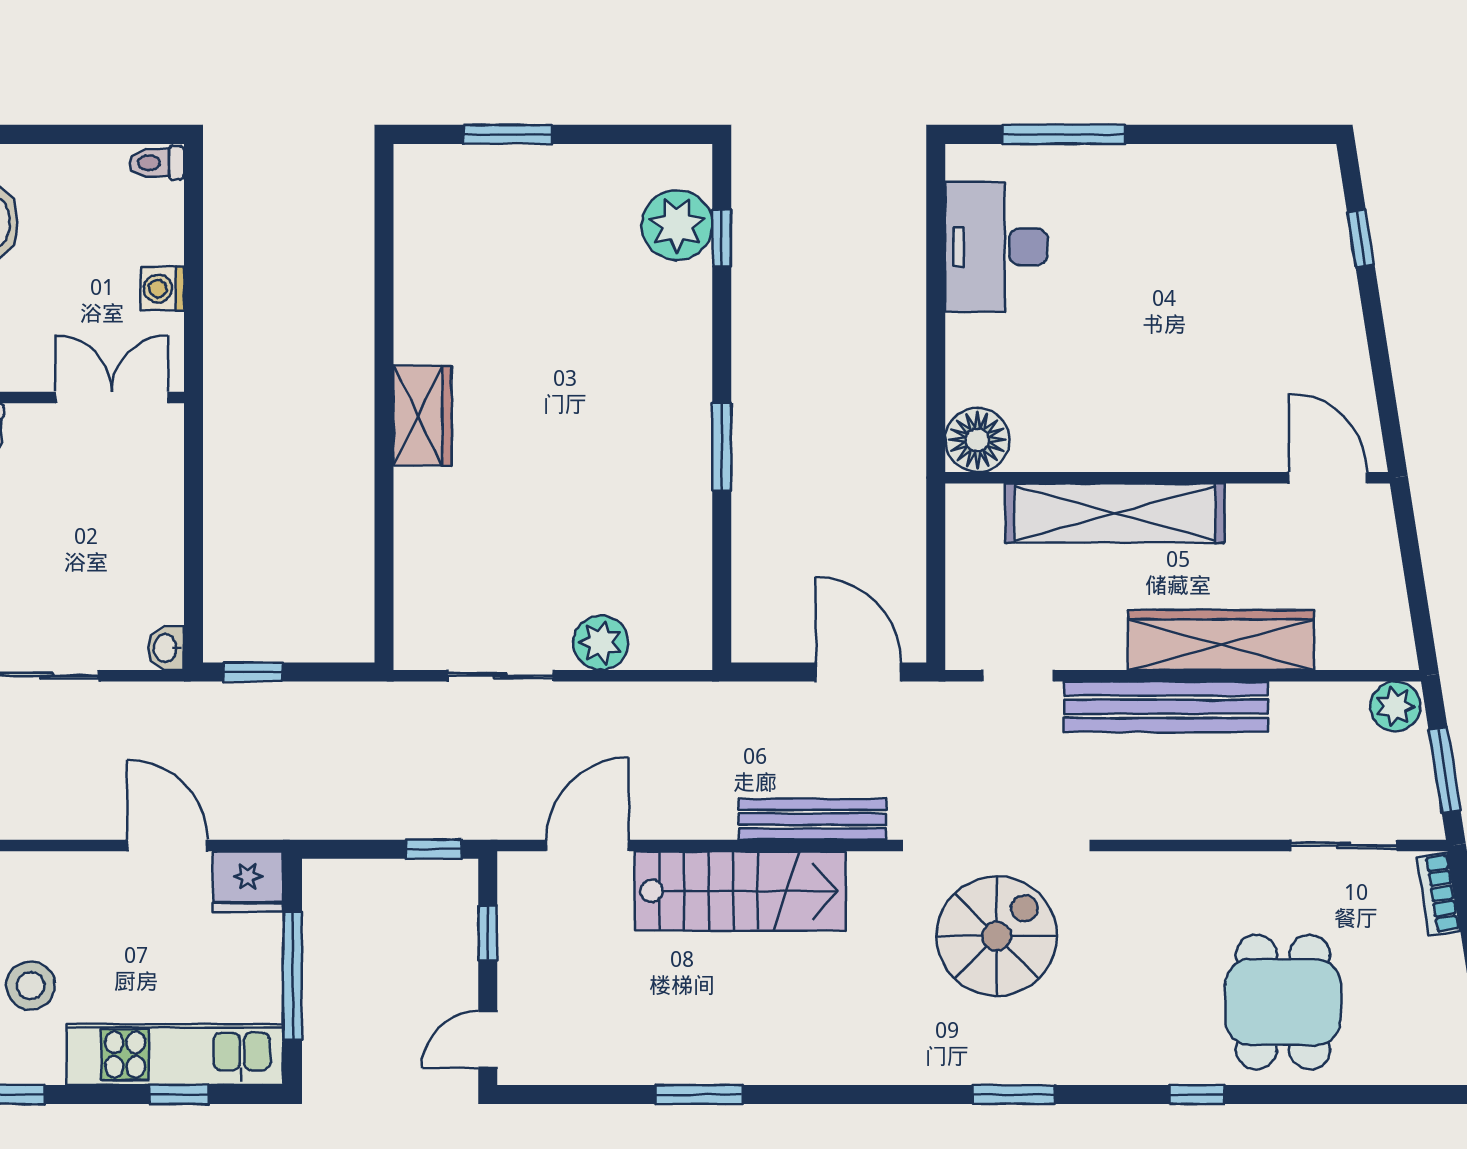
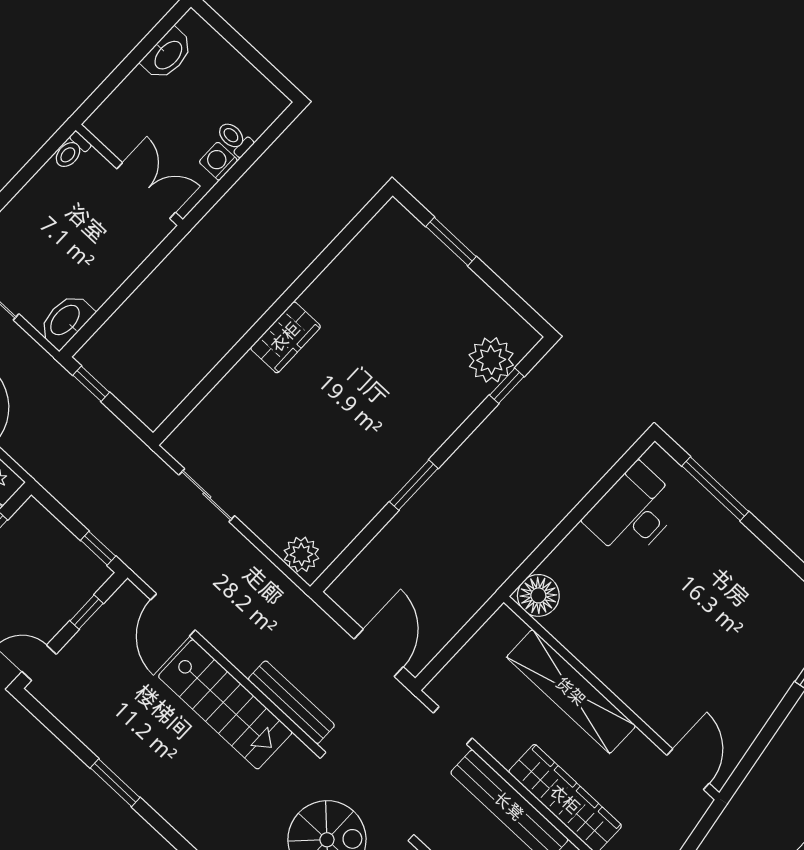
toilet: (157, 163) -> (235, 139), moved
plant: (601, 643) -> (301, 554), moved
washbasin: (166, 648) -> (66, 321), width x1.91, depth x1.45
door: (588, 846) -> (173, 615), swing flipped

